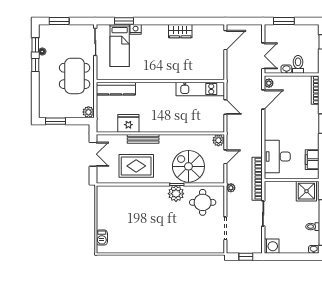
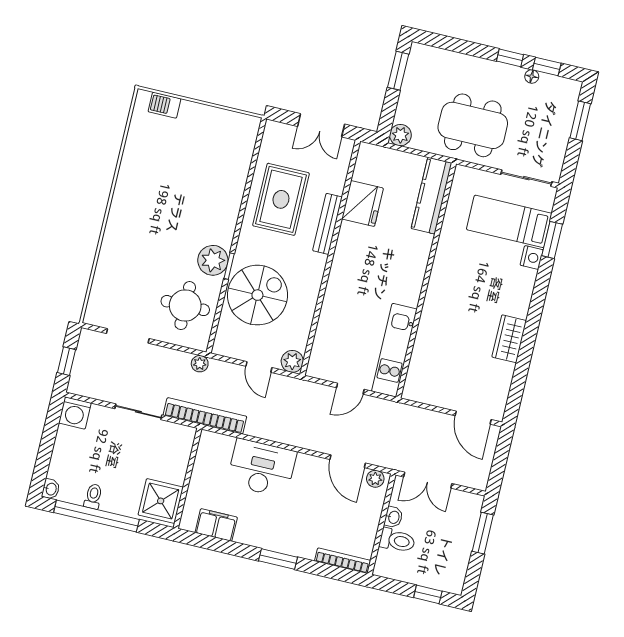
desk: (277, 157) -> (262, 468), moved

